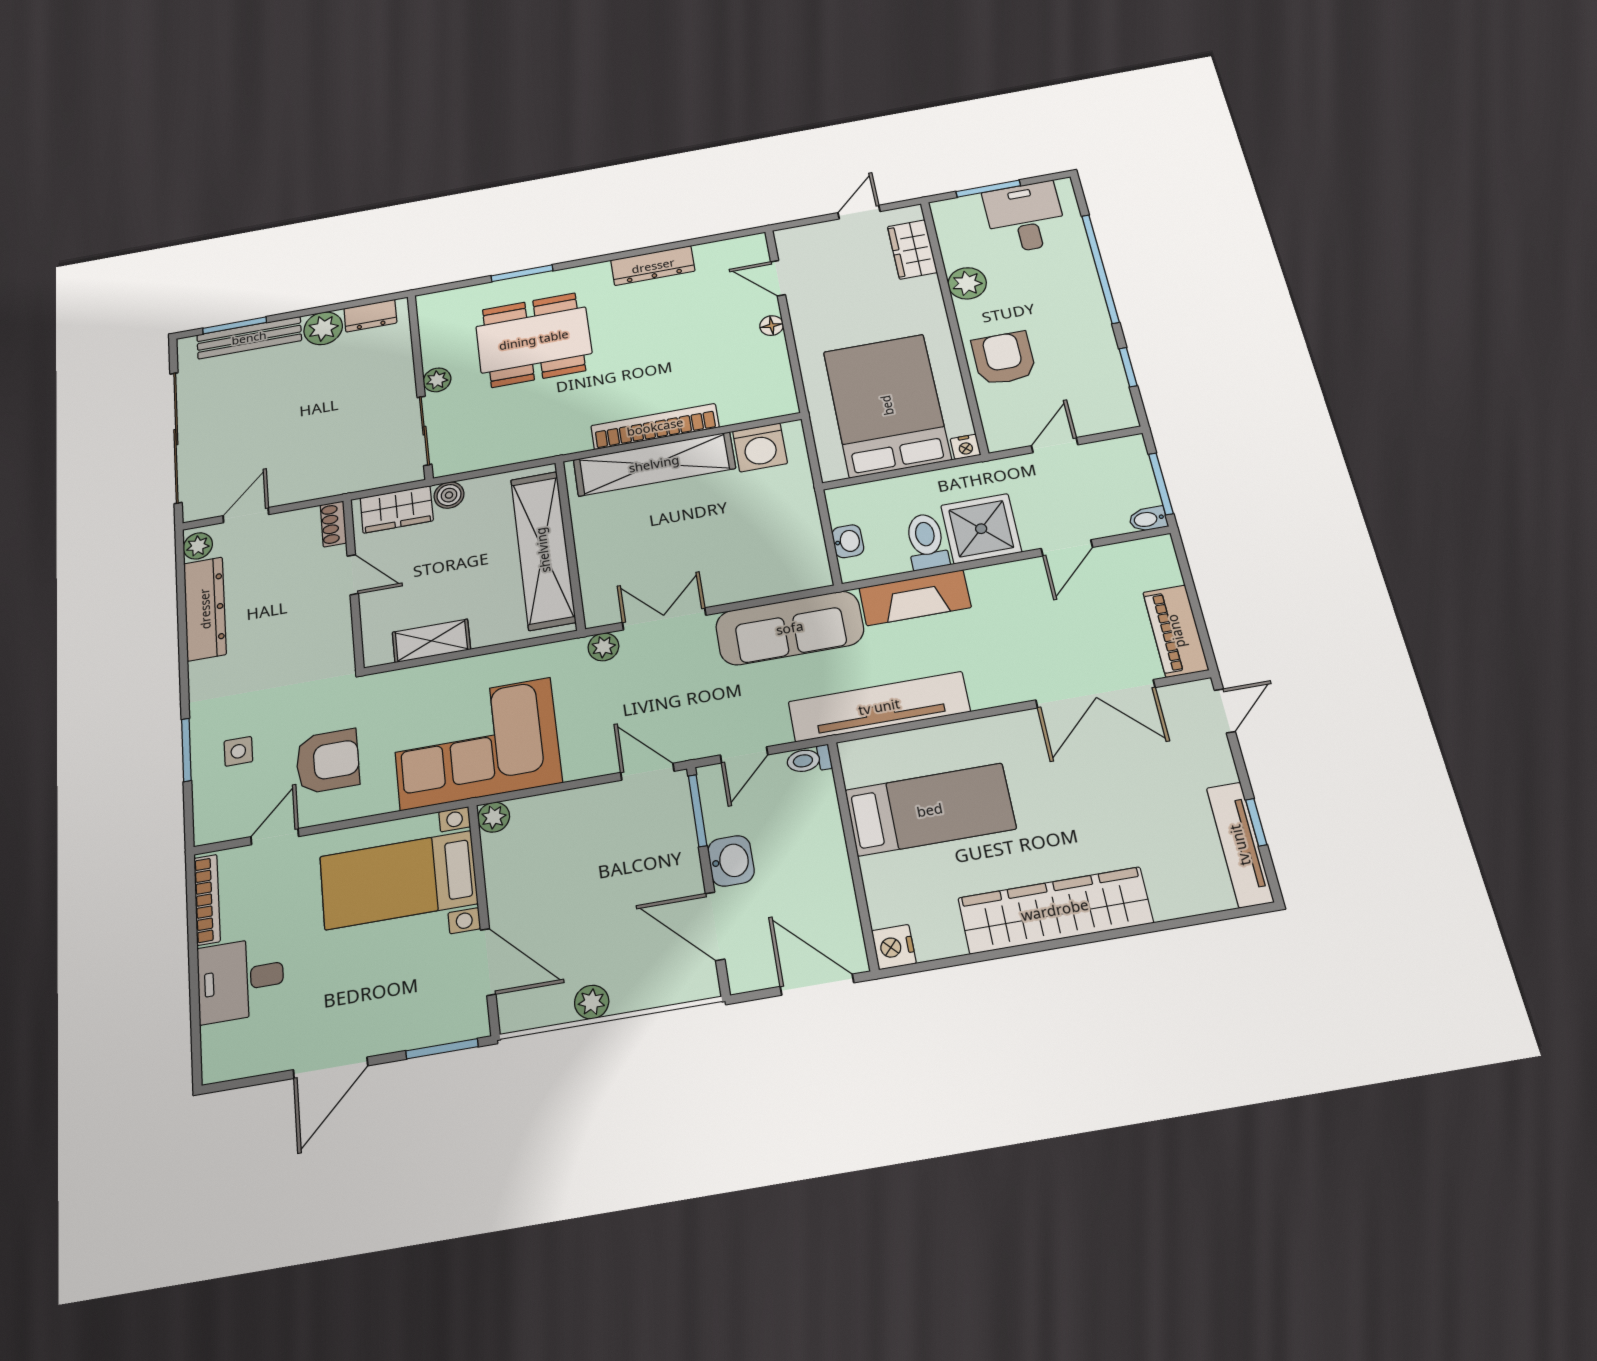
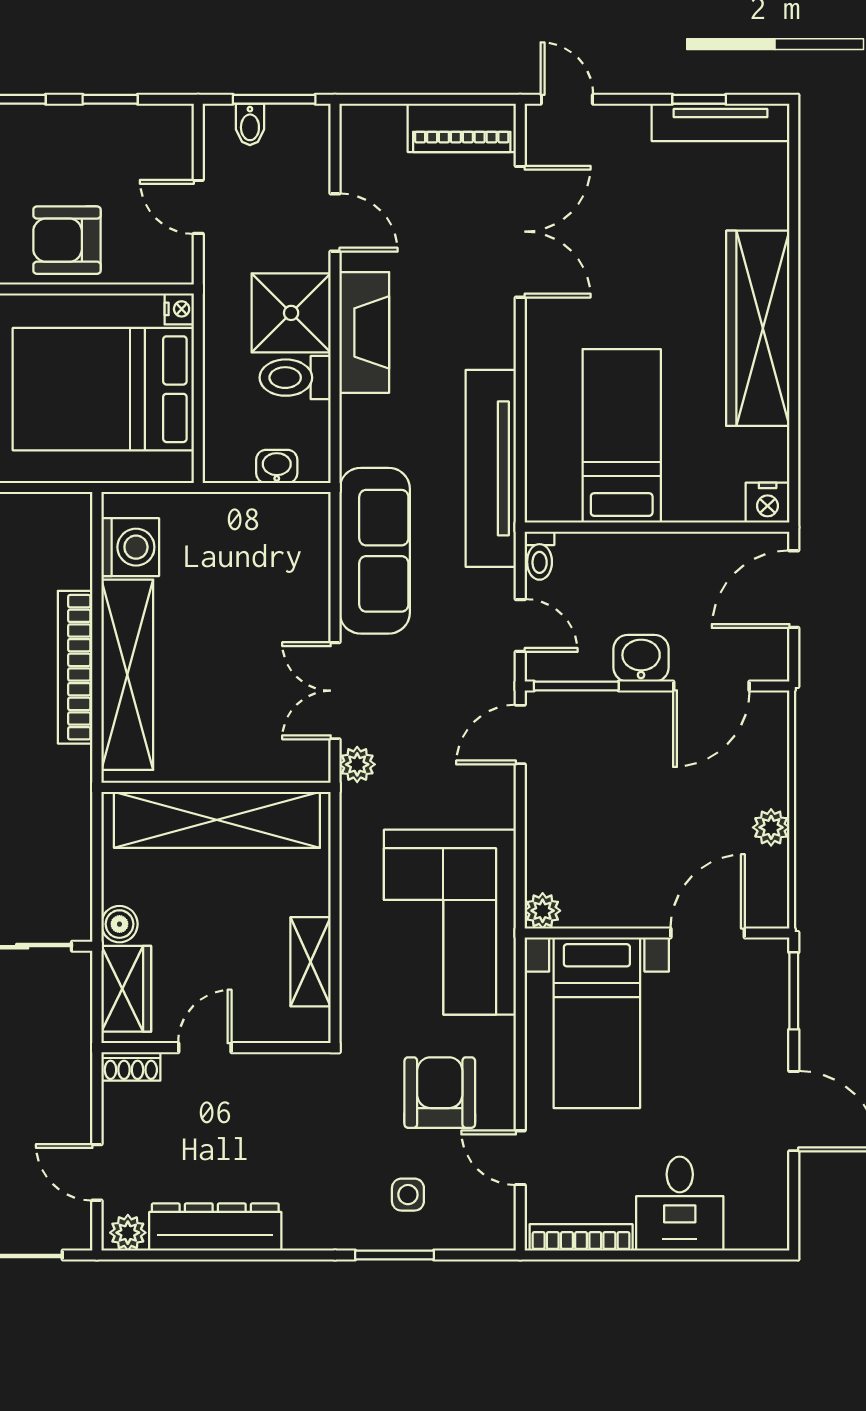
bidet: (1148, 519) -> (250, 124), moved
fireplace: (915, 598) -> (364, 332), moved

